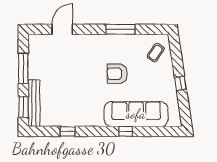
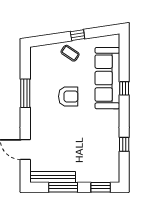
coffee table: (156, 53) -> (70, 53), moved
armchair: (117, 74) -> (68, 96), turned -90
bench: (34, 103) -> (53, 177), moved

